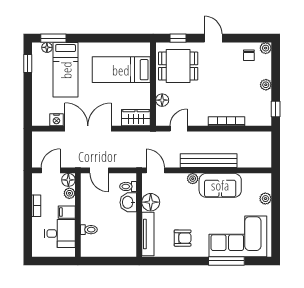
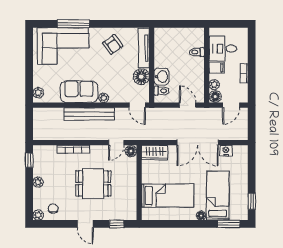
floor lamp: (47, 47) -> (201, 216), moved
dining table: (178, 66) -> (93, 183), moved
floor lamp: (162, 100) -> (131, 151), moved
plant: (265, 199) -> (38, 93), moved
armchair: (183, 238) -> (113, 44), turned -126

